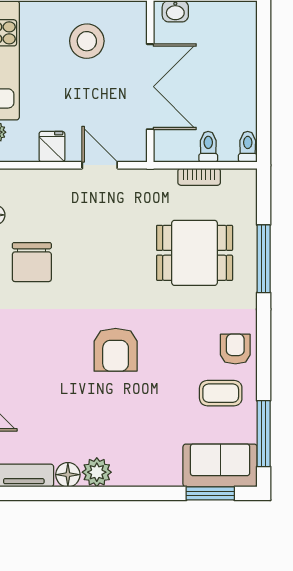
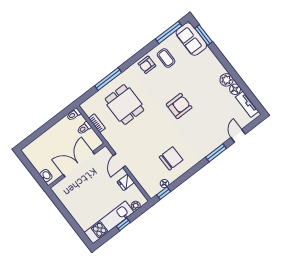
stool: (87, 41) -> (80, 198), removed

